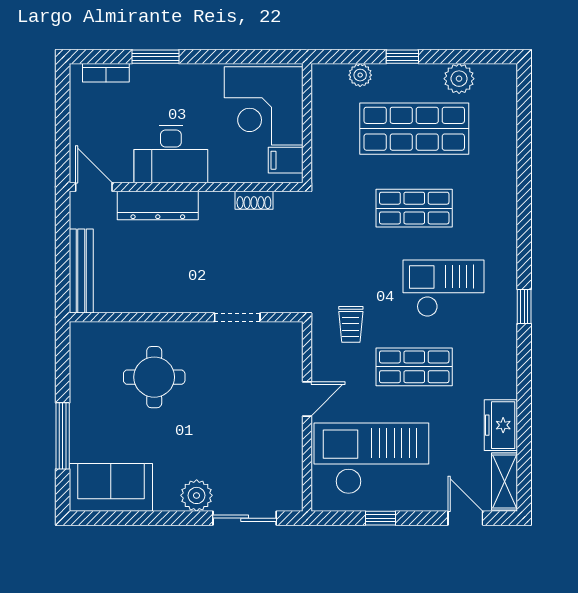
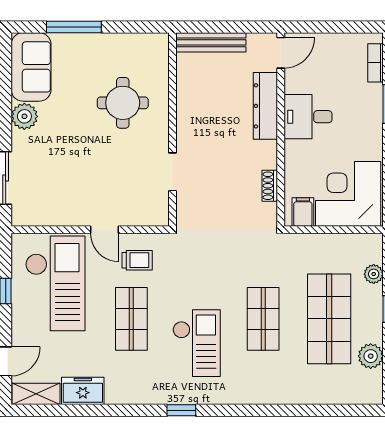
desk: (171, 154) -> (308, 117), width x0.73
trolley: (351, 324) -> (137, 260), moved, turned 180
plant: (197, 495) -> (24, 116), moved

